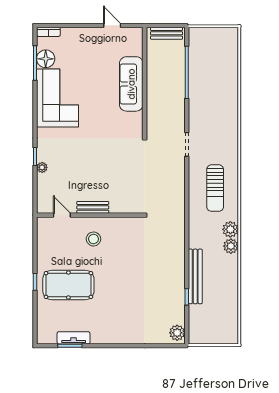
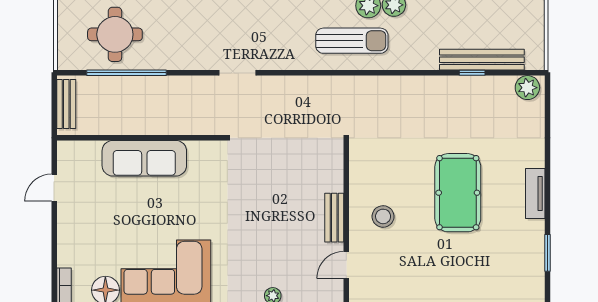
round table: (212, 65) -> (115, 34), added
sun lounger: (215, 188) -> (352, 41), moved
bench: (195, 276) -> (482, 60), moved
pool table: (68, 285) -> (458, 193), moved
tv unit: (74, 338) -> (535, 193), moved

